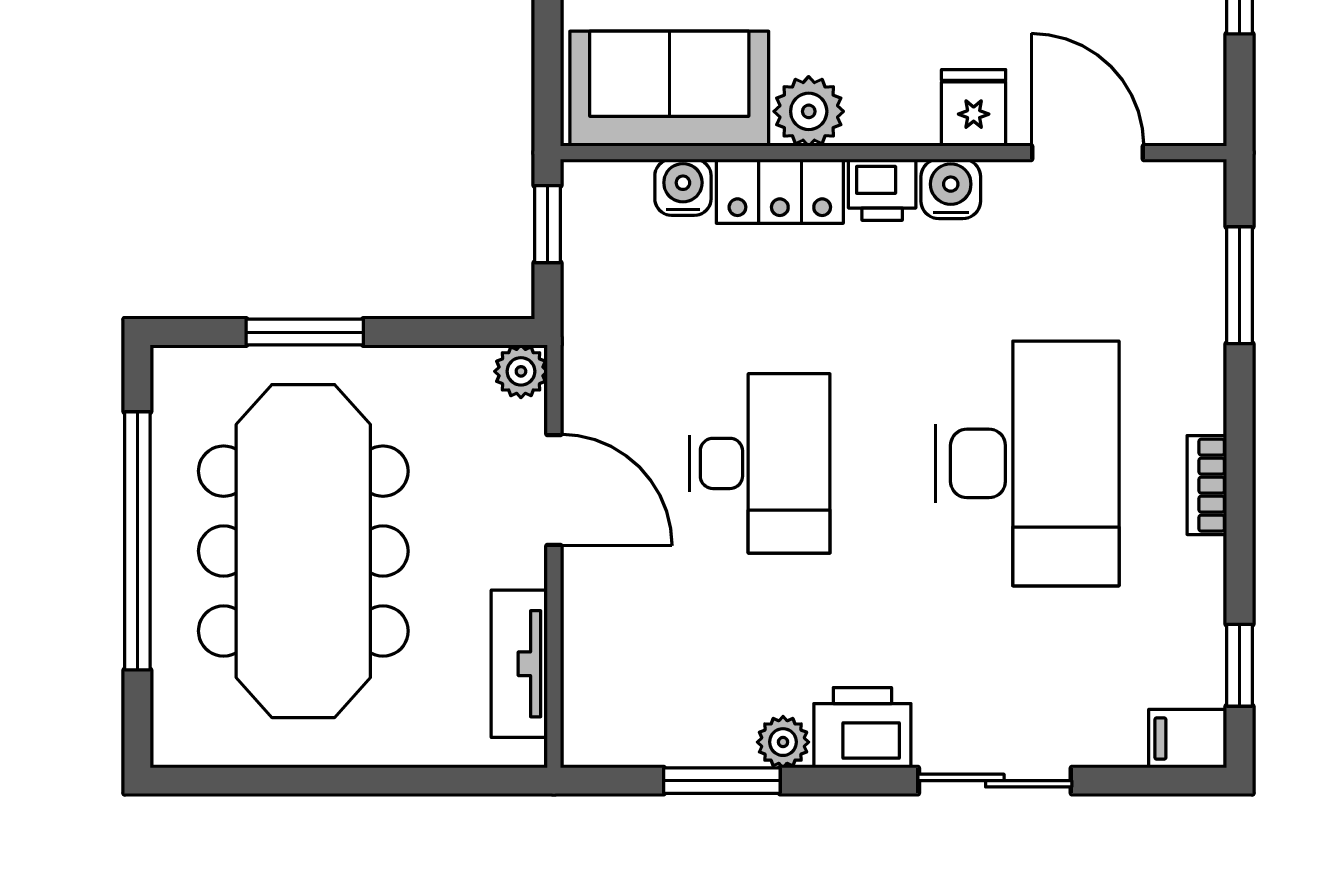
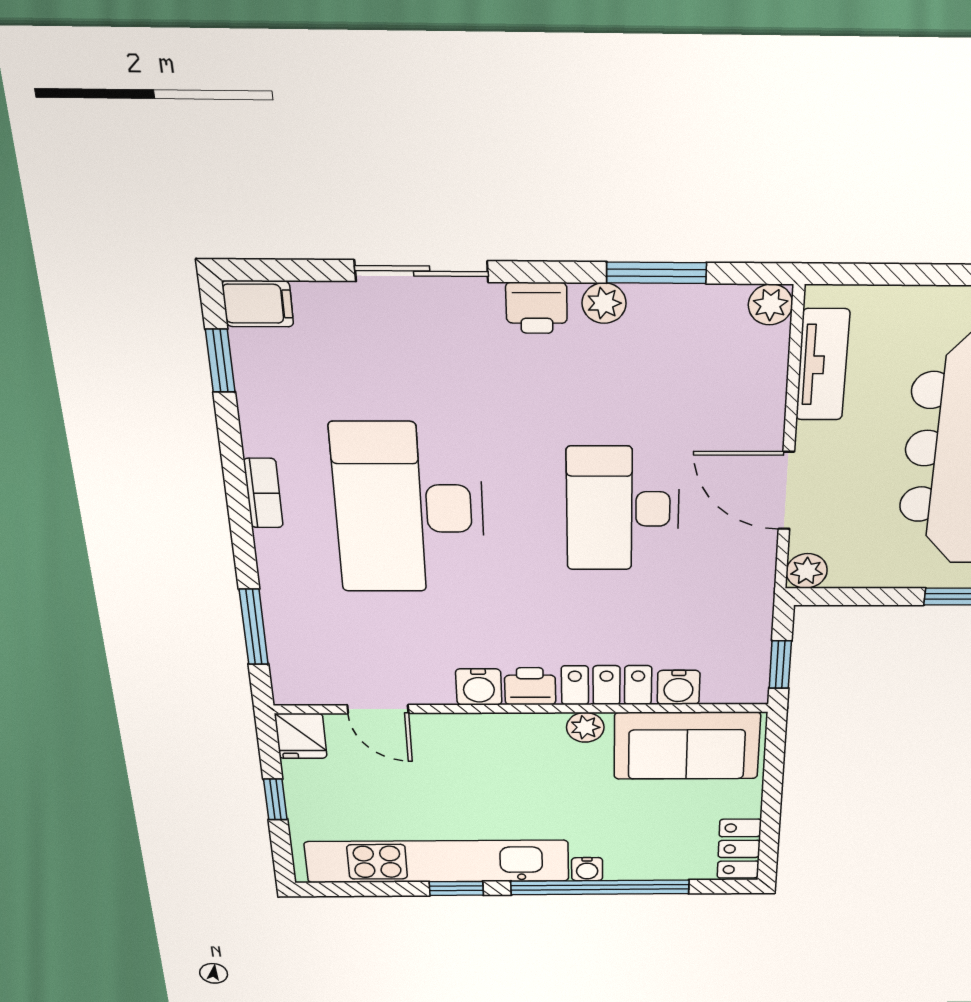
fridge: (974, 108) -> (301, 736), moved
plant: (809, 111) -> (585, 727), width x0.73, depth x0.73
door: (1087, 153) -> (378, 709), width x0.73
printer: (862, 728) -> (537, 308), width x0.73, depth x0.81
plant: (586, 742) -> (770, 304), added

